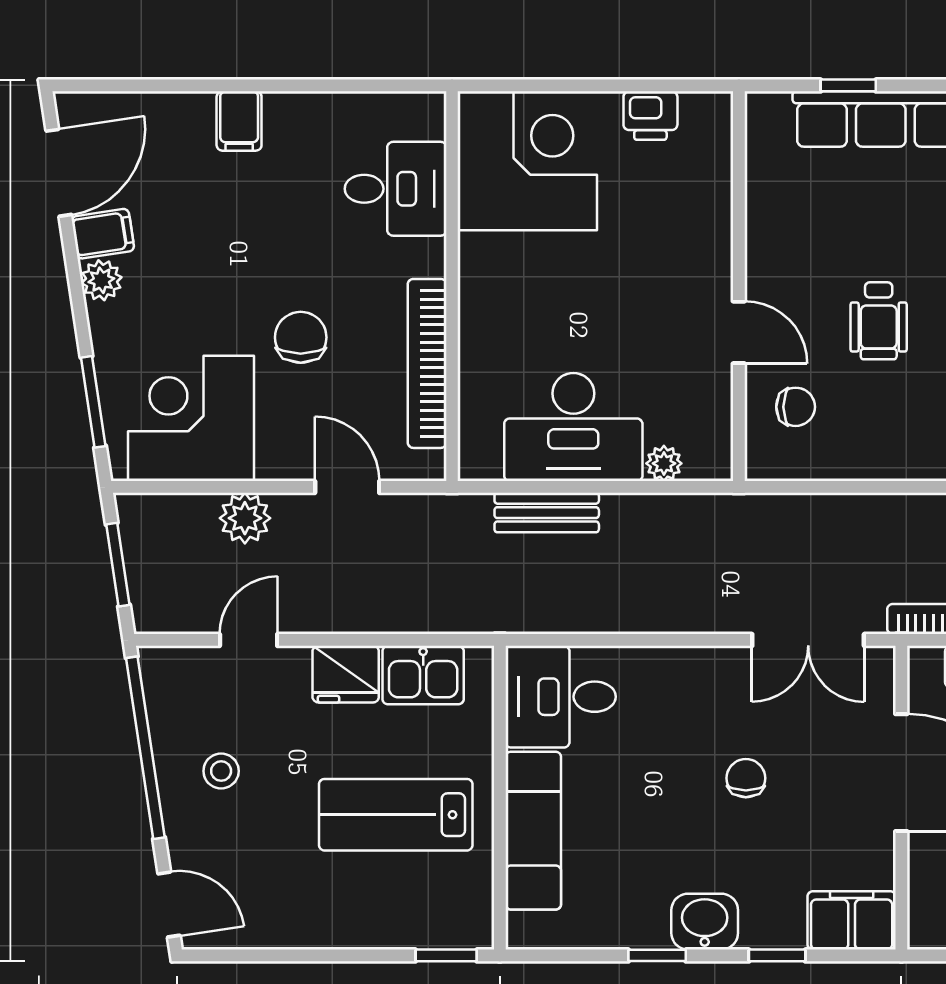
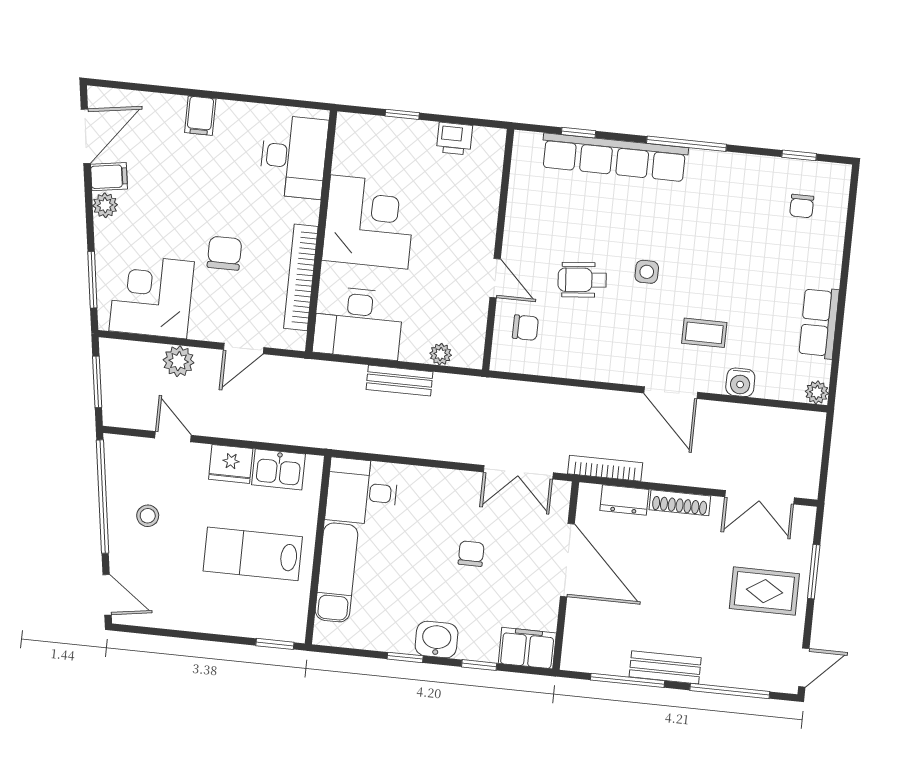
window: (563, 85) -> (402, 114), added
corner desk: (527, 161) -> (369, 222), moved
desk: (396, 189) -> (294, 157), width x1.37
wheelchair: (879, 321) -> (582, 280), turned 85
desk: (573, 427) -> (358, 323), moved
door: (347, 487) -> (244, 349), swing flipped
bench: (547, 513) -> (399, 381), moved
door: (249, 640) -> (173, 437), hinge flipped

